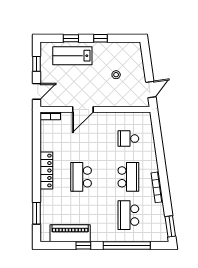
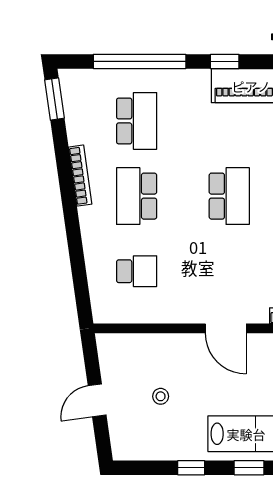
door: (151, 90) -> (97, 400), moved
door: (83, 109) -> (226, 328), swing flipped

